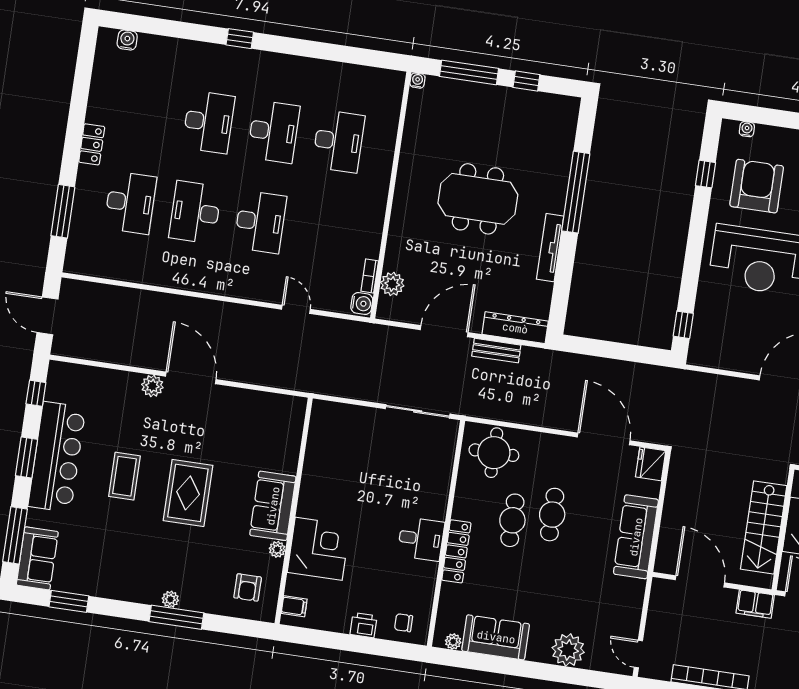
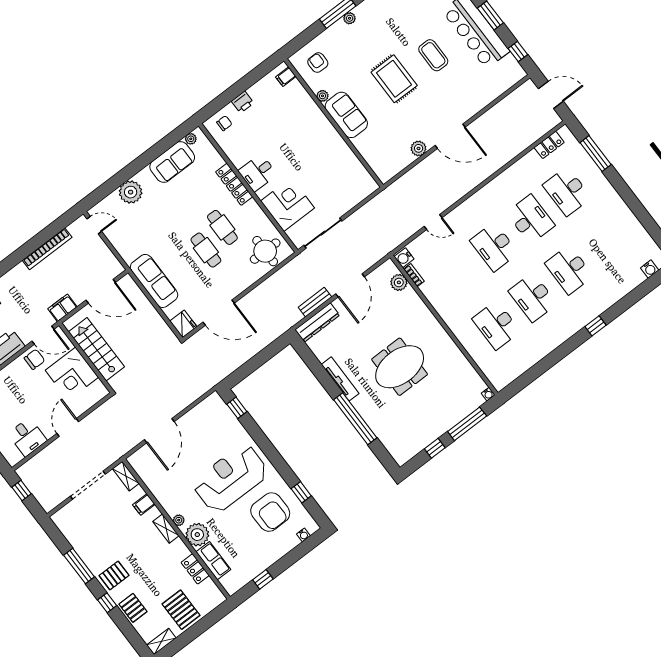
locker: (92, 144) -> (549, 145), moved, turned -90
plant: (152, 386) -> (419, 148), moved
corner desk: (319, 549) -> (288, 204), moved, turned 180

